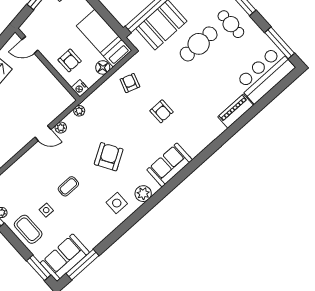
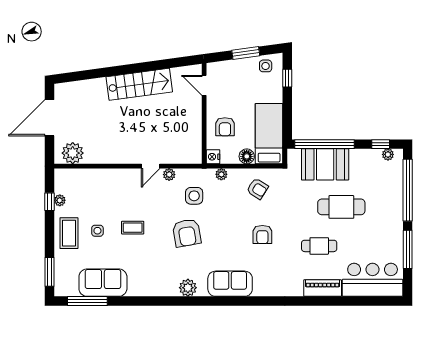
cafe table: (231, 24) -> (319, 246), moved, turned 90
window: (280, 43) -> (408, 249), moved
armchair: (130, 83) -> (257, 189), turned 104
plant: (79, 111) -> (221, 174), moved
door: (43, 133) -> (151, 166), hinge flipped
armchair: (109, 157) -> (187, 233), turned 111
side table: (117, 203) -> (194, 196), moved
sofa: (65, 258) -> (103, 283), moved

